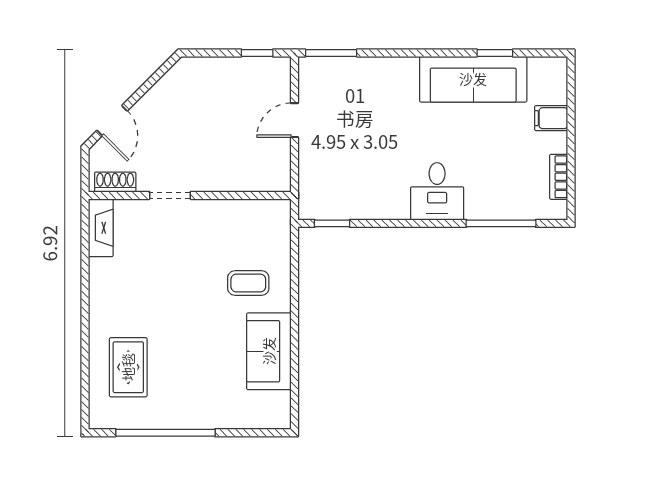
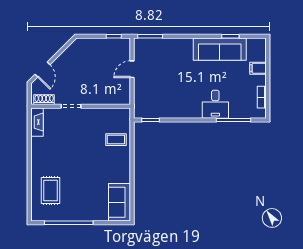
desk: (437, 191) -> (215, 104), moved
coffee table: (248, 283) -> (116, 140), moved
sofa: (269, 351) -> (120, 202), moved

